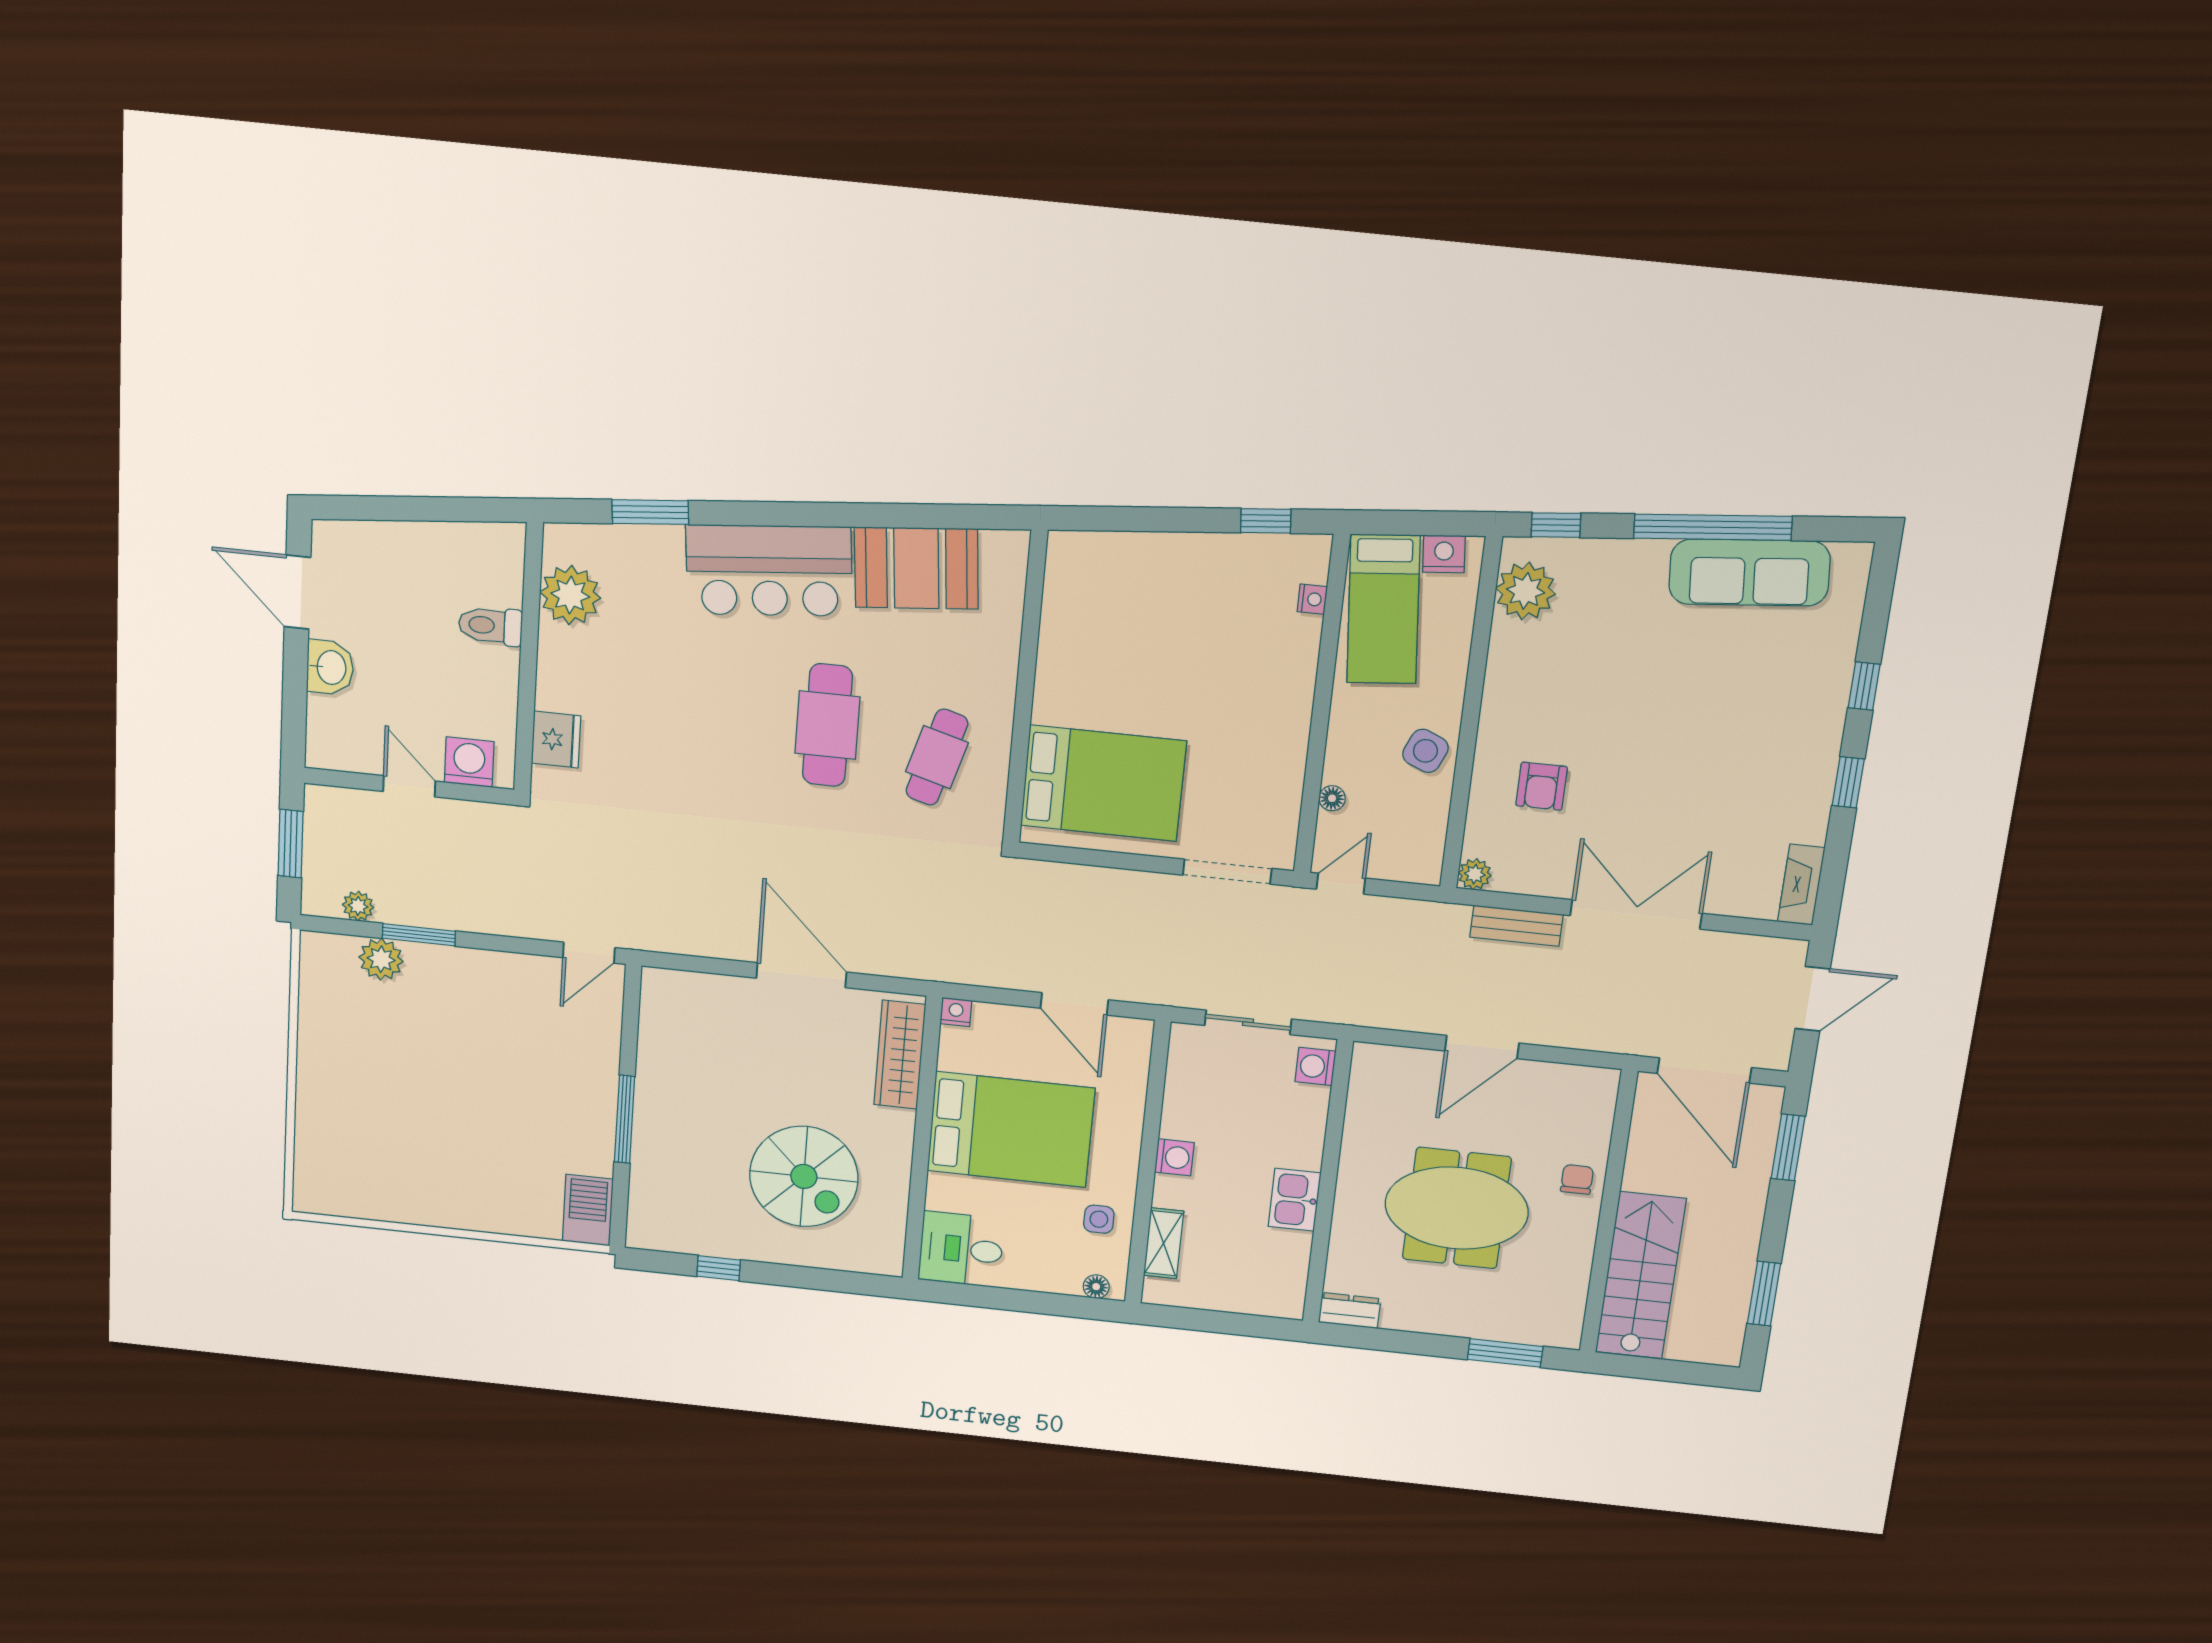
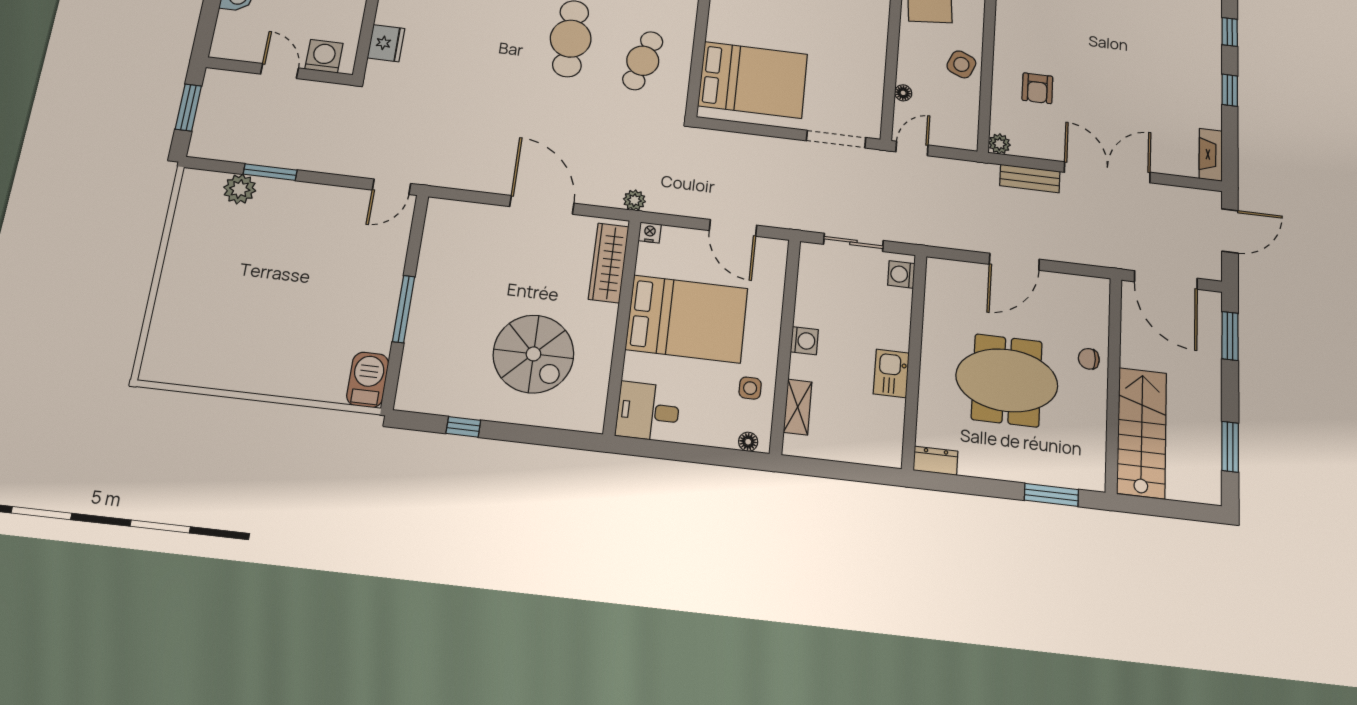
plant: (358, 906) -> (634, 200), moved
chair: (1577, 1179) -> (1089, 359), turned -90

